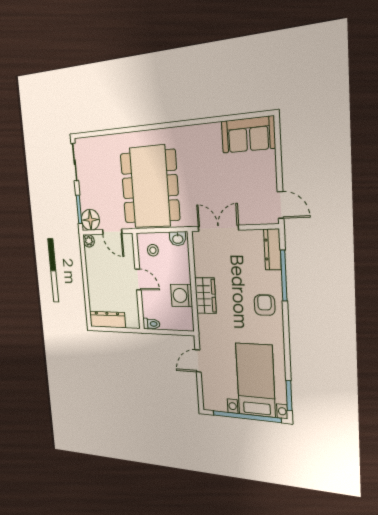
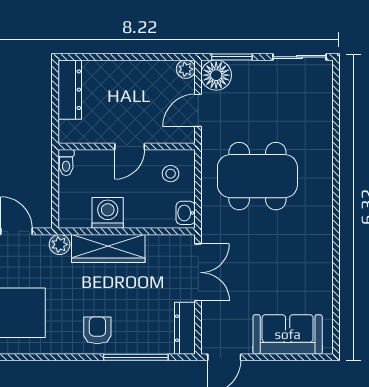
sofa: (248, 135) -> (288, 334), moved, turned 90
dining table: (150, 187) -> (257, 176), width x0.73, depth x0.80
dresser: (272, 249) -> (185, 328), moved, turned -90
wardrobe: (205, 296) -> (108, 248), width x1.50
armchair: (265, 305) -> (97, 330), turned -90
plant: (205, 331) -> (60, 244), added

